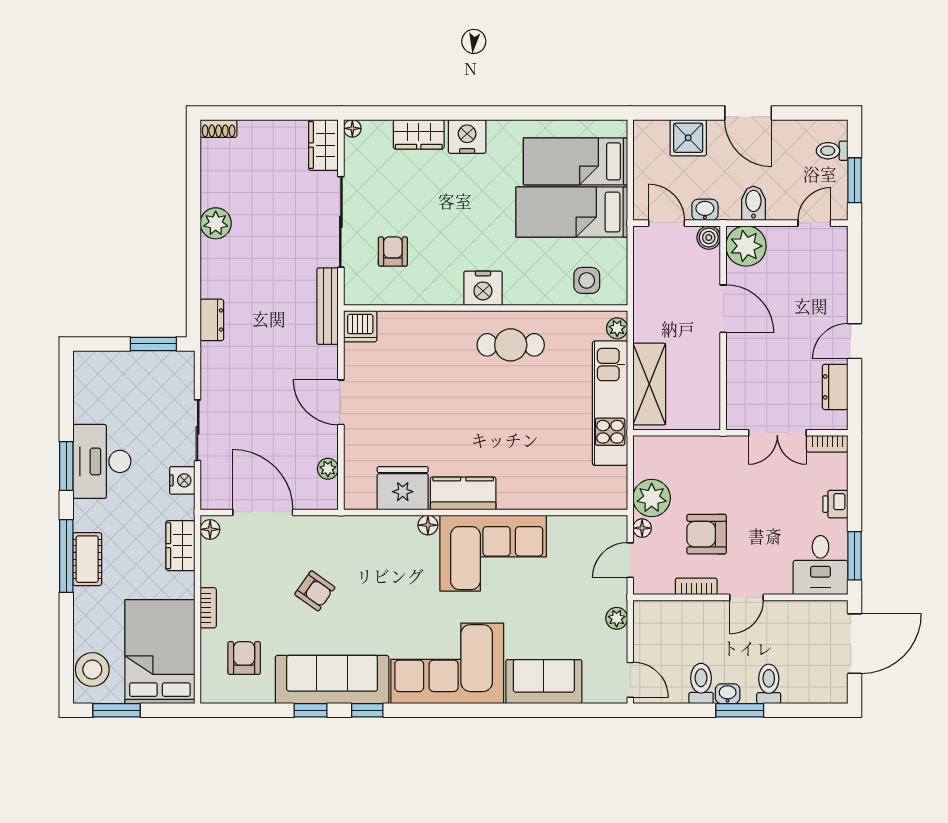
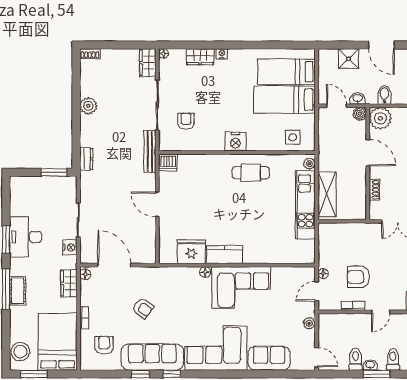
nightstand: (467, 136) -> (222, 54), width x0.53, depth x0.56
shoe rack: (735, 376) -> (374, 190), added
plant: (328, 469) -> (150, 241), removed
plant: (652, 498) -> (328, 257), removed

